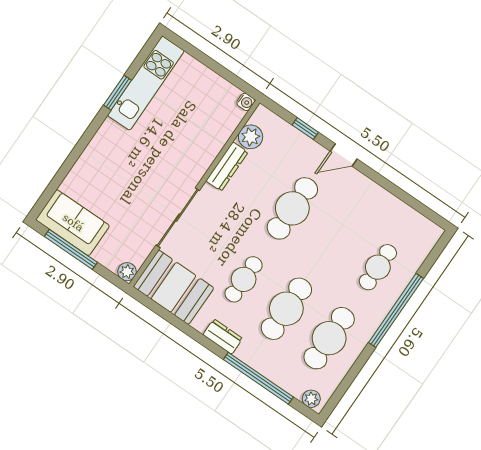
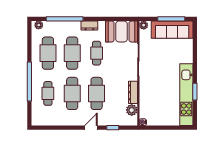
kitchen unit: (146, 83) -> (186, 95), width x1.36
sofa: (73, 223) -> (172, 30), width x1.36
cafe table: (335, 238) -> (72, 93), added

